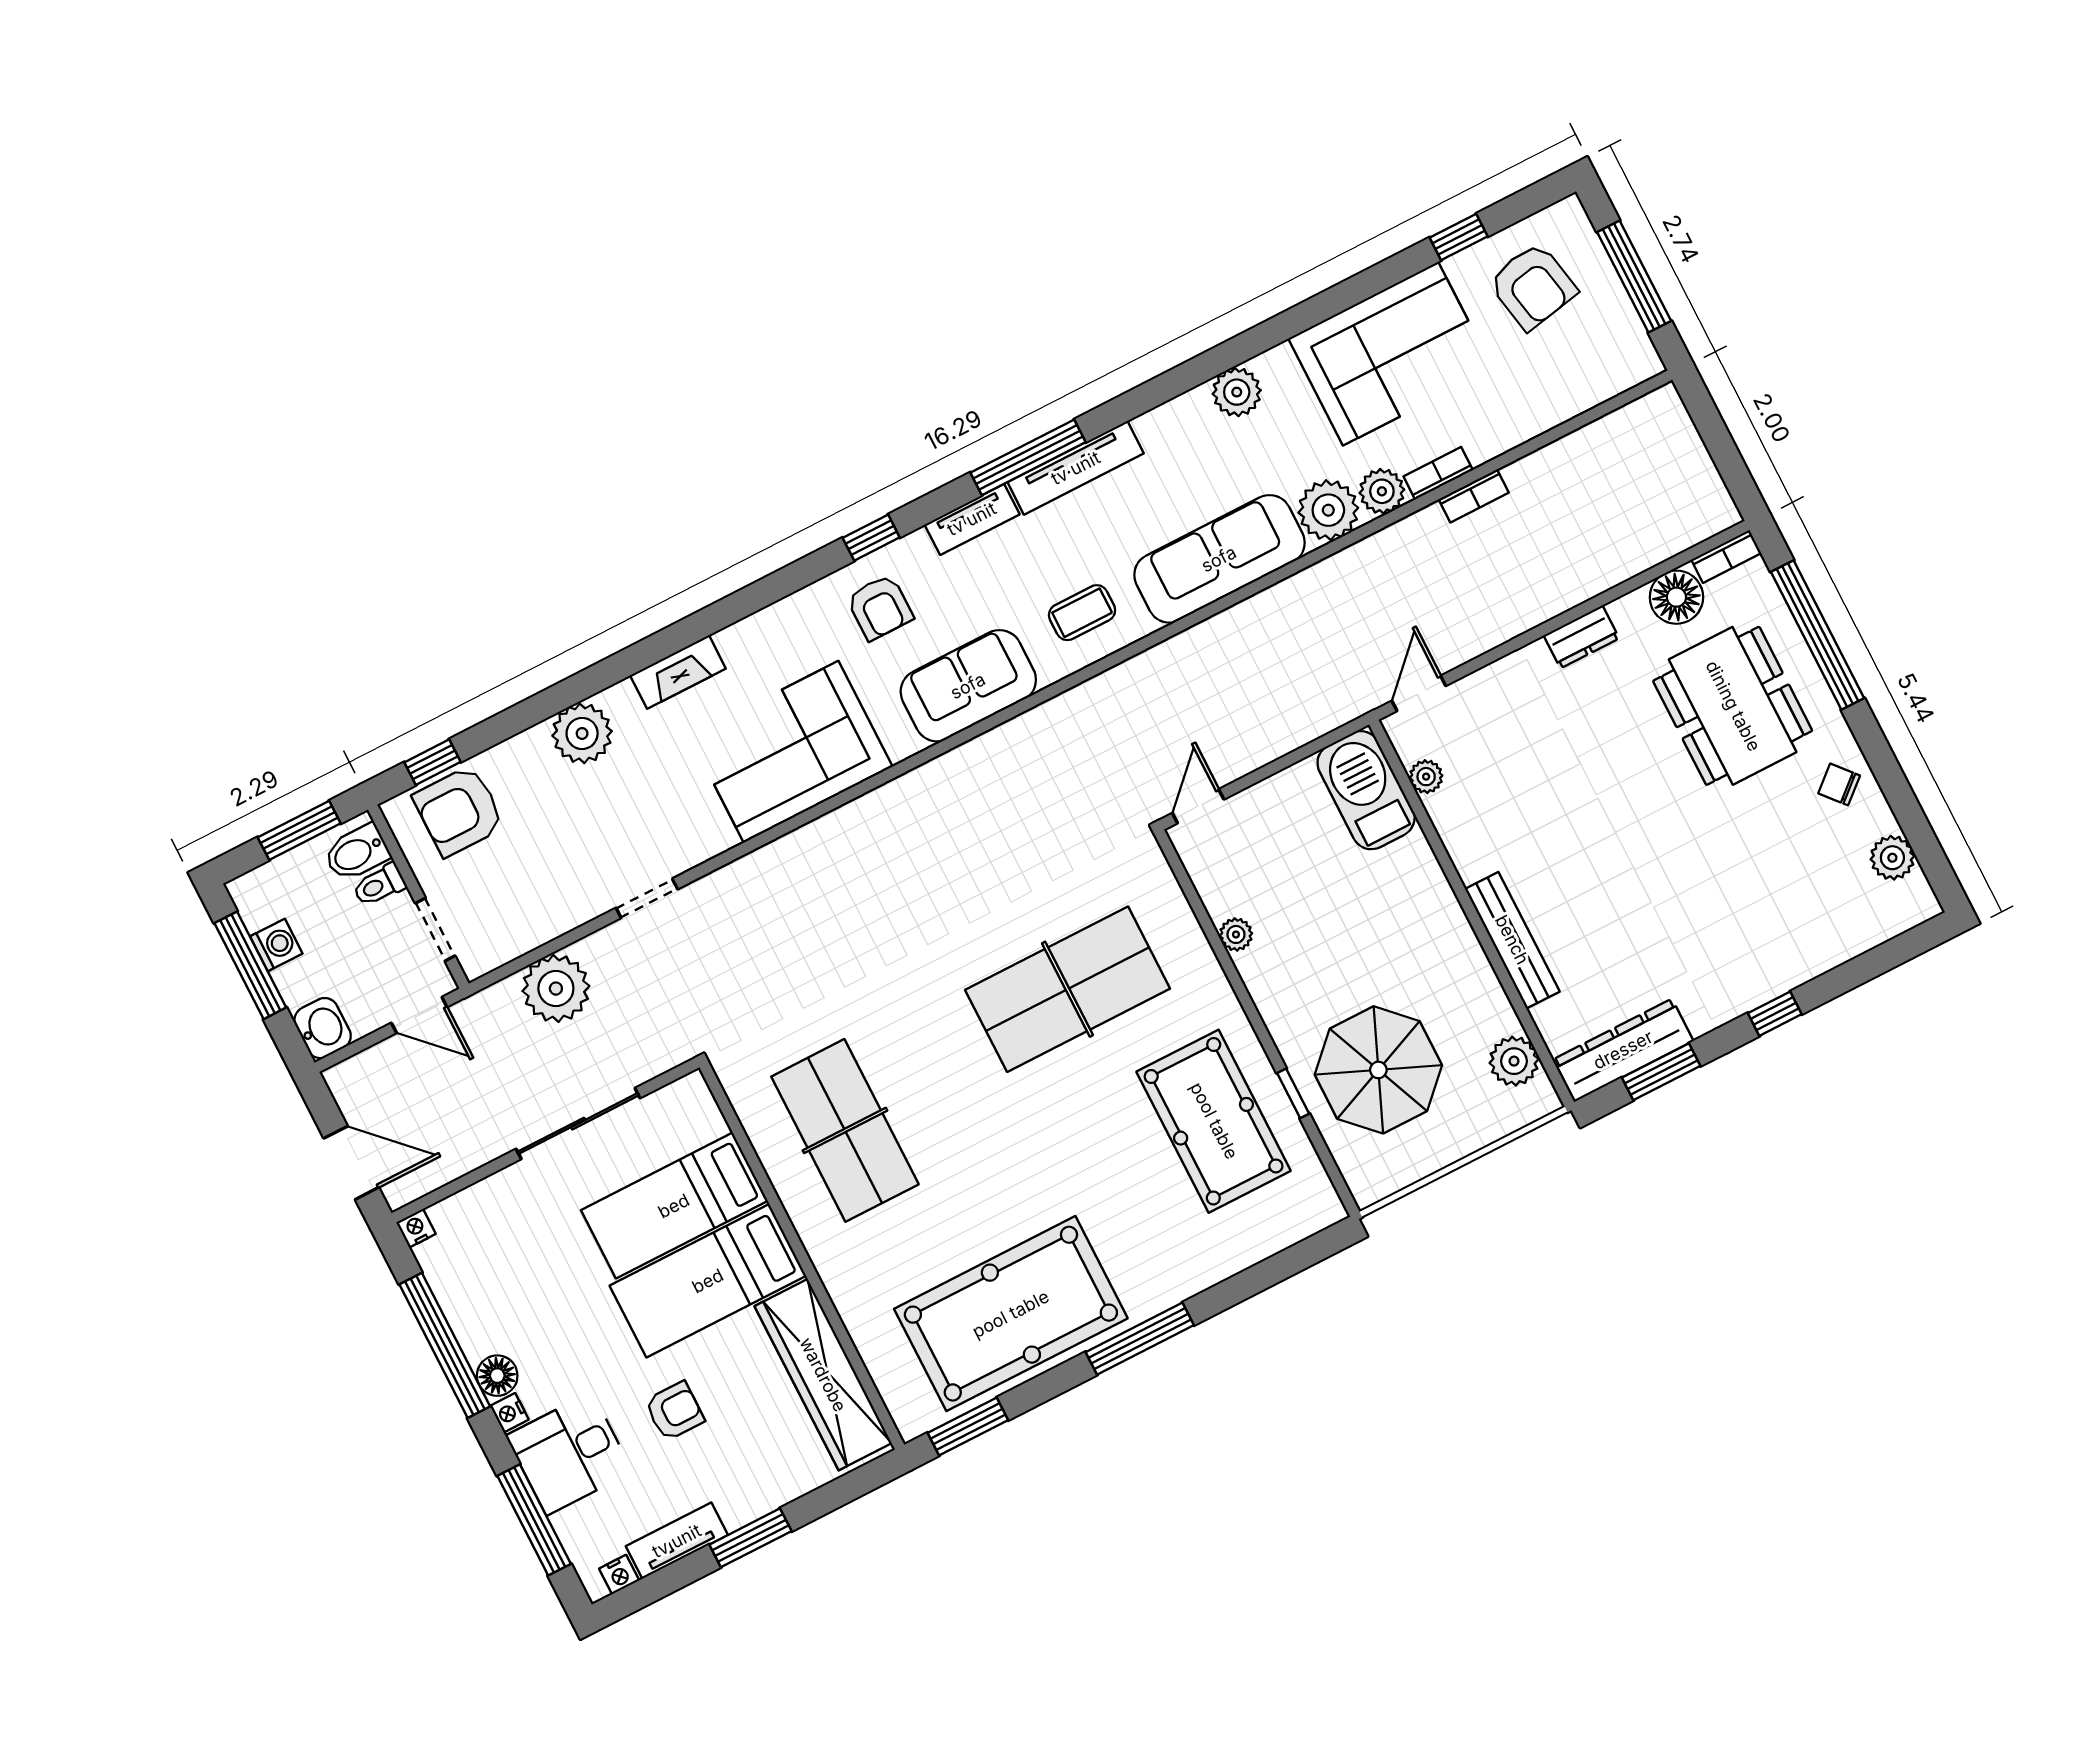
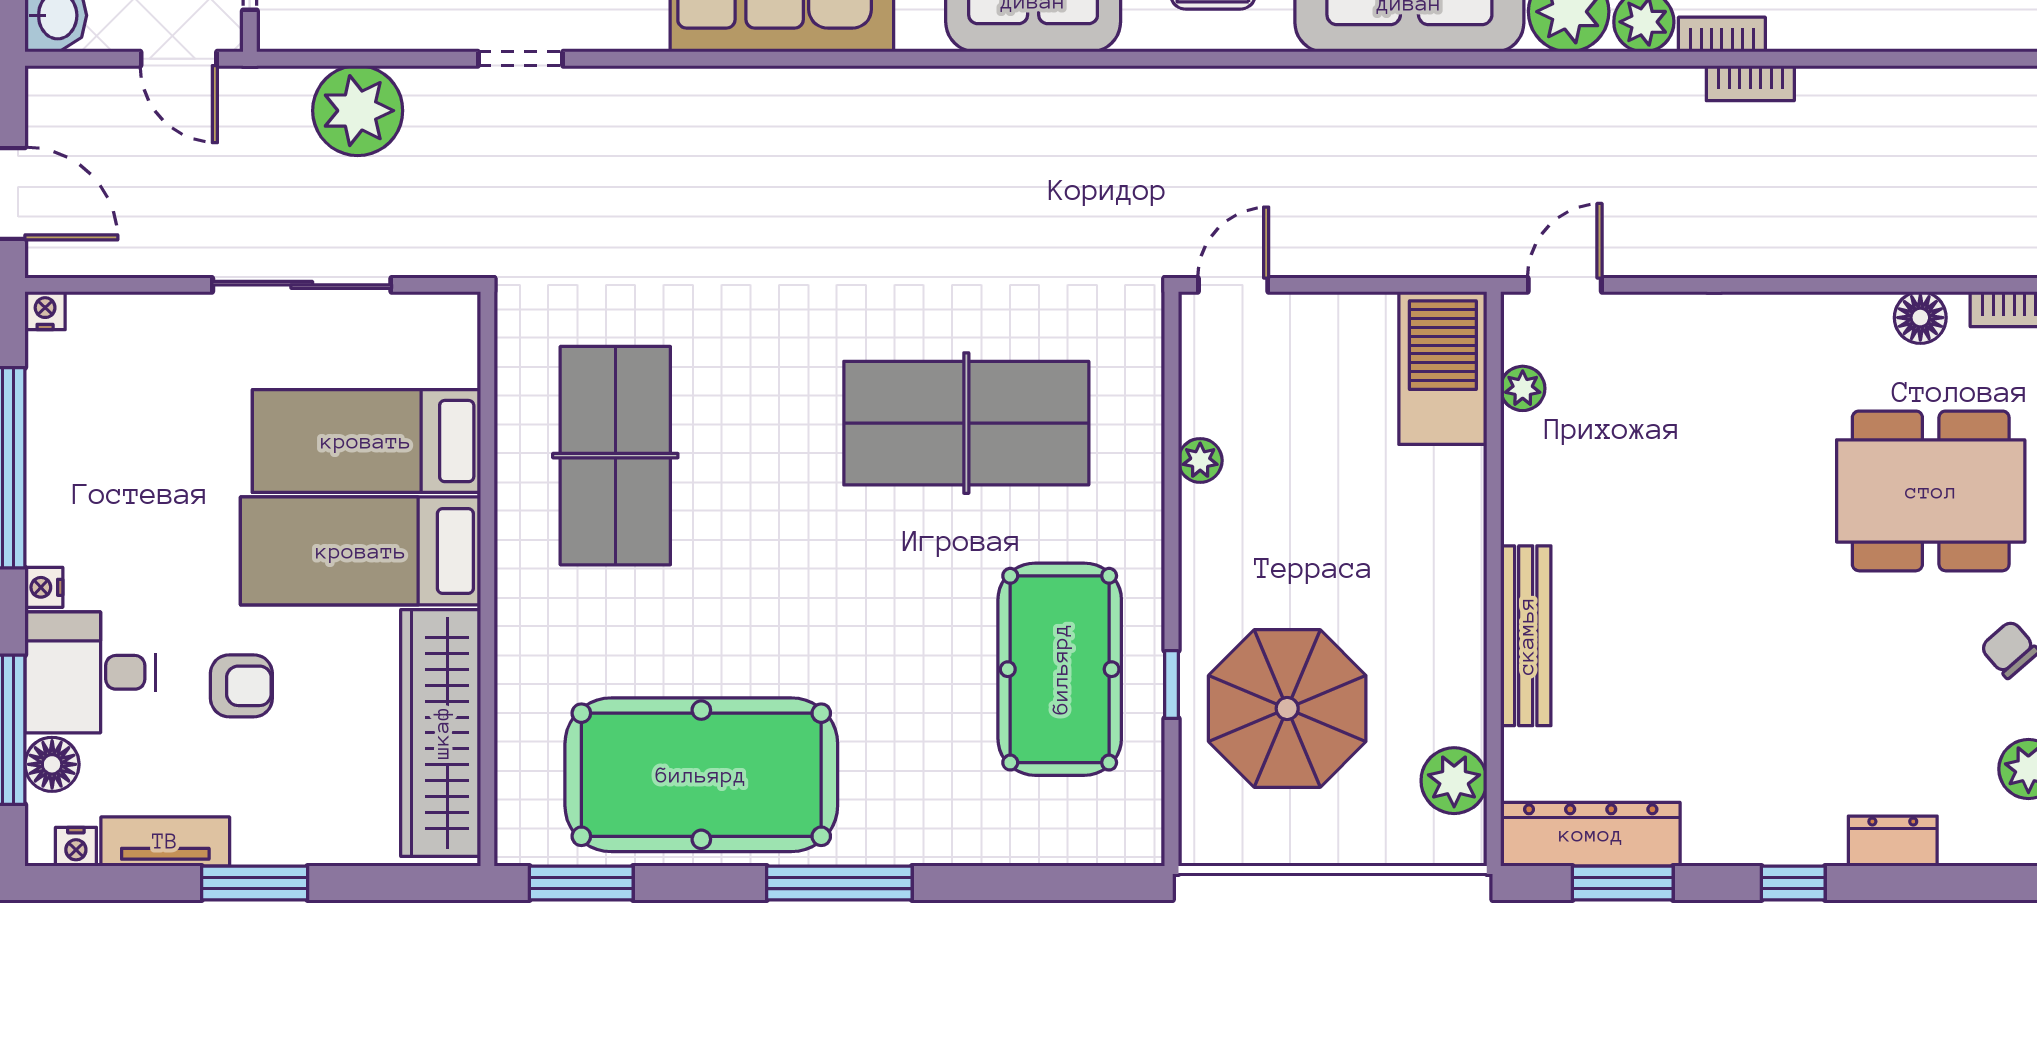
floor lamp: (1676, 597) -> (1920, 318), width x0.73, depth x0.73
dresser: (1581, 637) -> (1893, 841), moved, turned 180
dining table: (1733, 706) -> (1931, 491), turned 90
floor lamp: (497, 1376) -> (52, 764), moved

